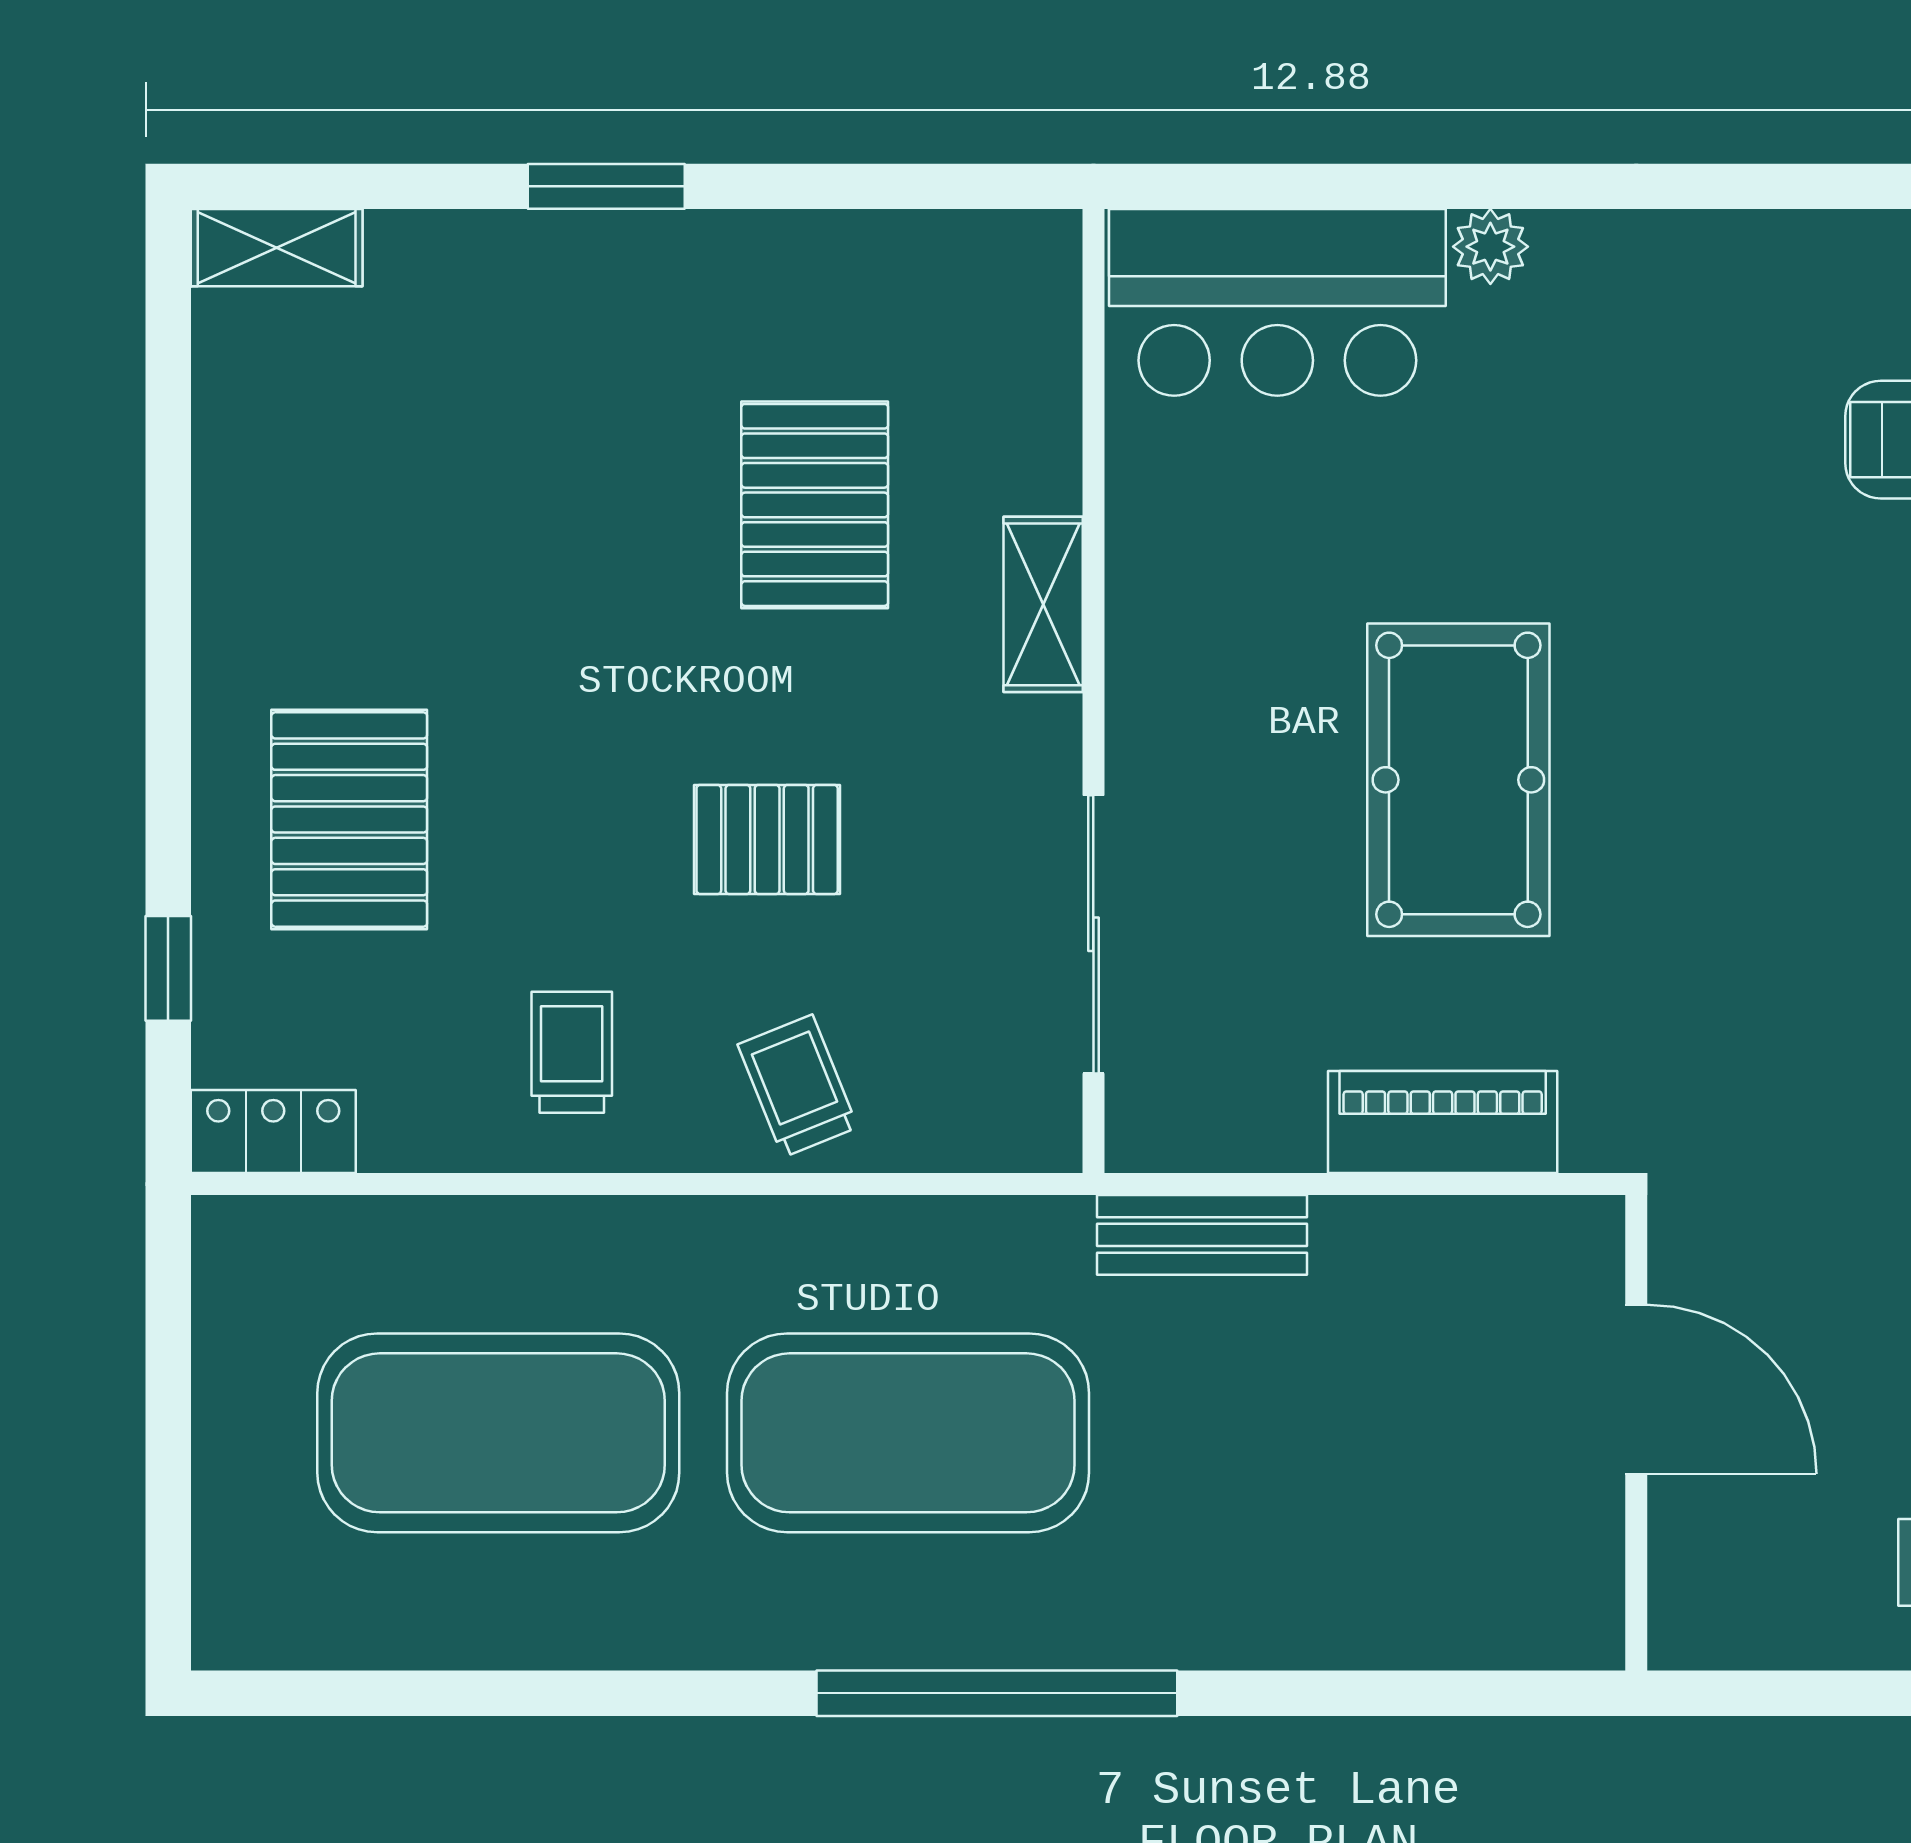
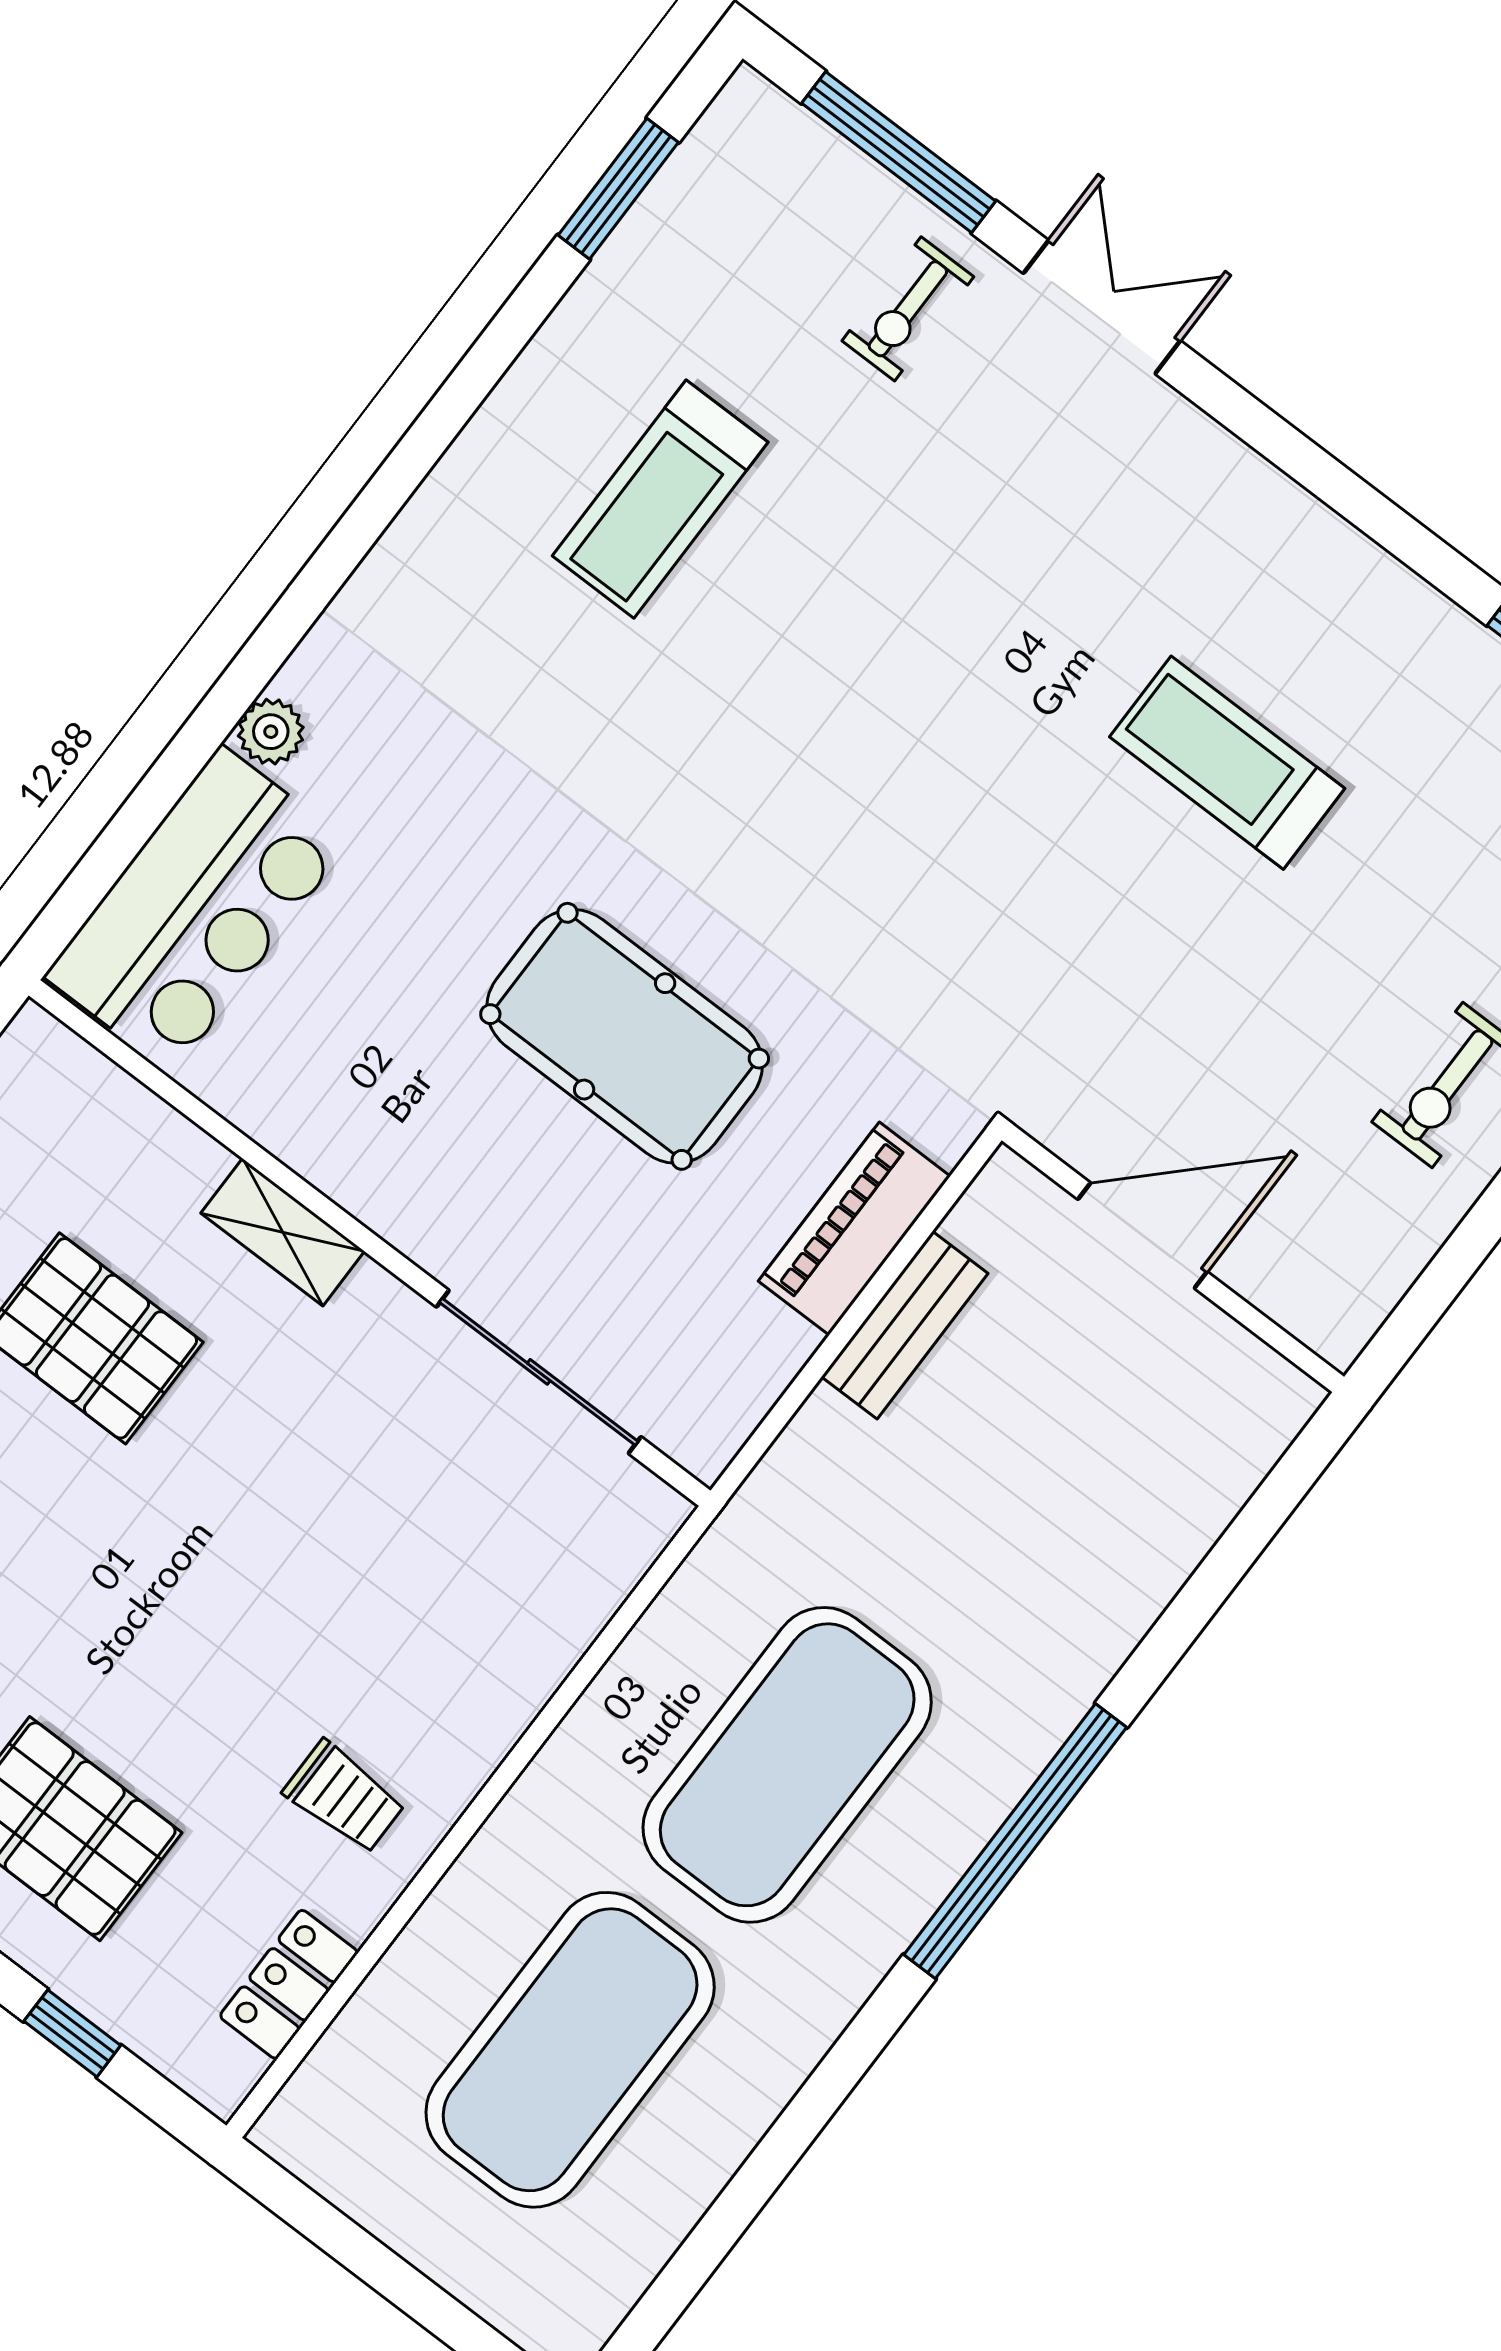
pallet: (767, 839) -> (300, 1549), removed
trolley: (572, 1052) -> (344, 1797), turned 180
trolley: (798, 1086) -> (488, 1658), removed
locker: (273, 1132) -> (289, 1984), moved
bench: (1202, 1235) -> (905, 1325), moved

